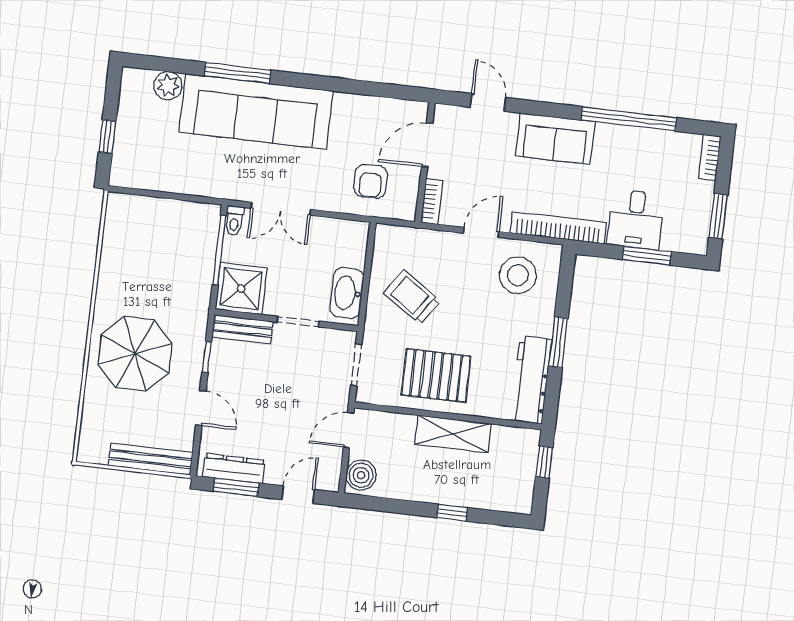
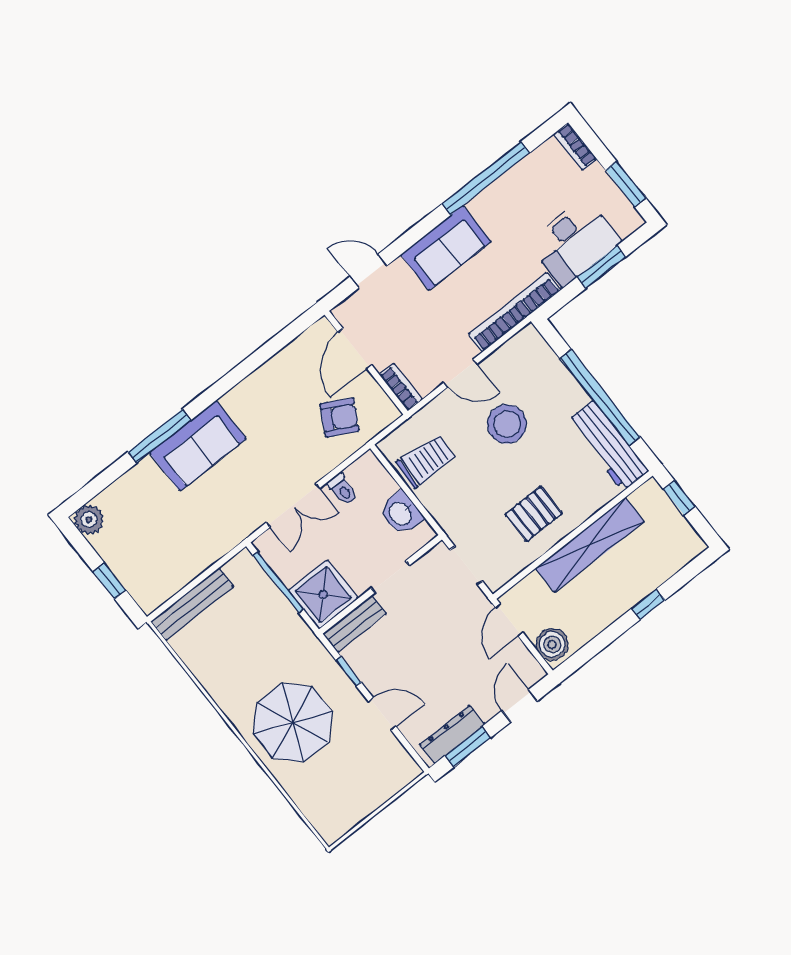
plant: (168, 86) -> (89, 520), moved
sofa: (256, 111) -> (198, 446), width x0.54, depth x0.79
armchair: (371, 181) -> (340, 418), turned -62
desk: (635, 219) -> (574, 242), width x1.37
toilet: (234, 220) -> (342, 489), moved
door: (481, 232) -> (460, 373), swing flipped
stool: (518, 275) -> (507, 424), moved
washbasin: (347, 293) -> (401, 513), width x0.72
trolley: (412, 297) -> (426, 461), moved, turned 149
window: (558, 342) -> (600, 398), width x2.11
pallet: (436, 375) -> (534, 514), width x0.67, depth x0.71
shelving: (453, 434) -> (590, 545), width x1.47
bench: (151, 459) -> (192, 604), moved

